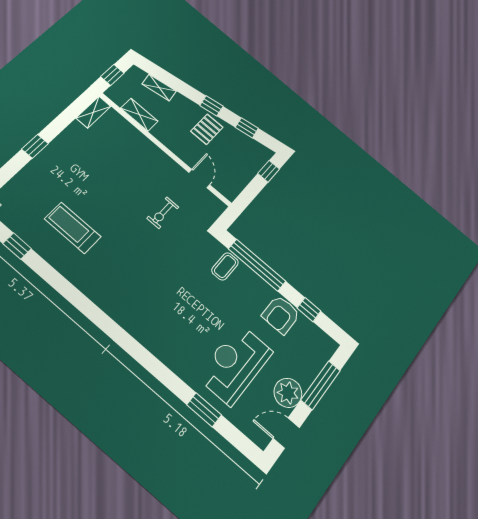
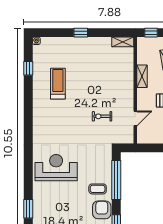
shelving: (139, 115) -> (142, 76), moved
coffee table: (225, 266) -> (98, 189), moved
armchair: (281, 315) -> (102, 210), turned 90
reception desk: (235, 364) -> (56, 168), moved

